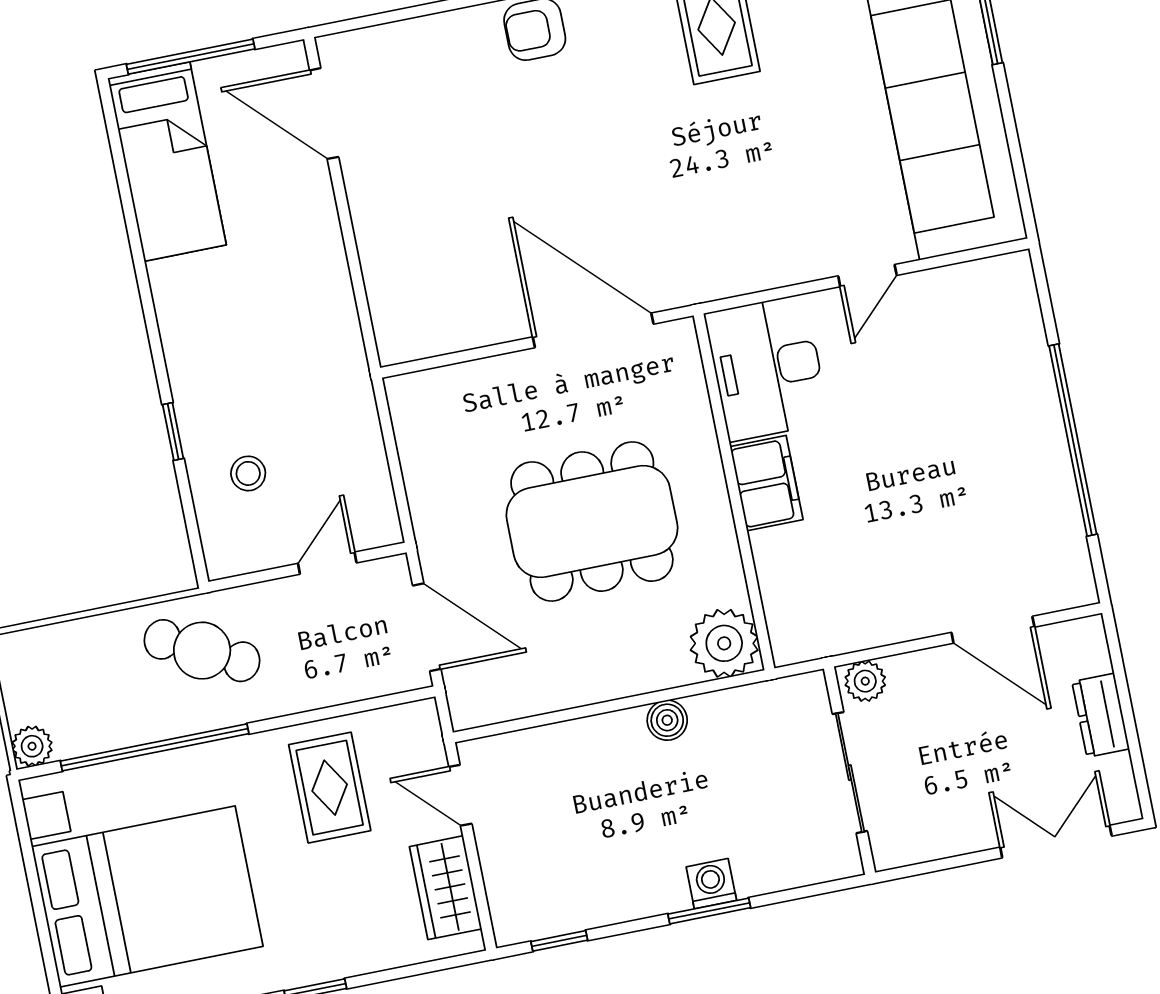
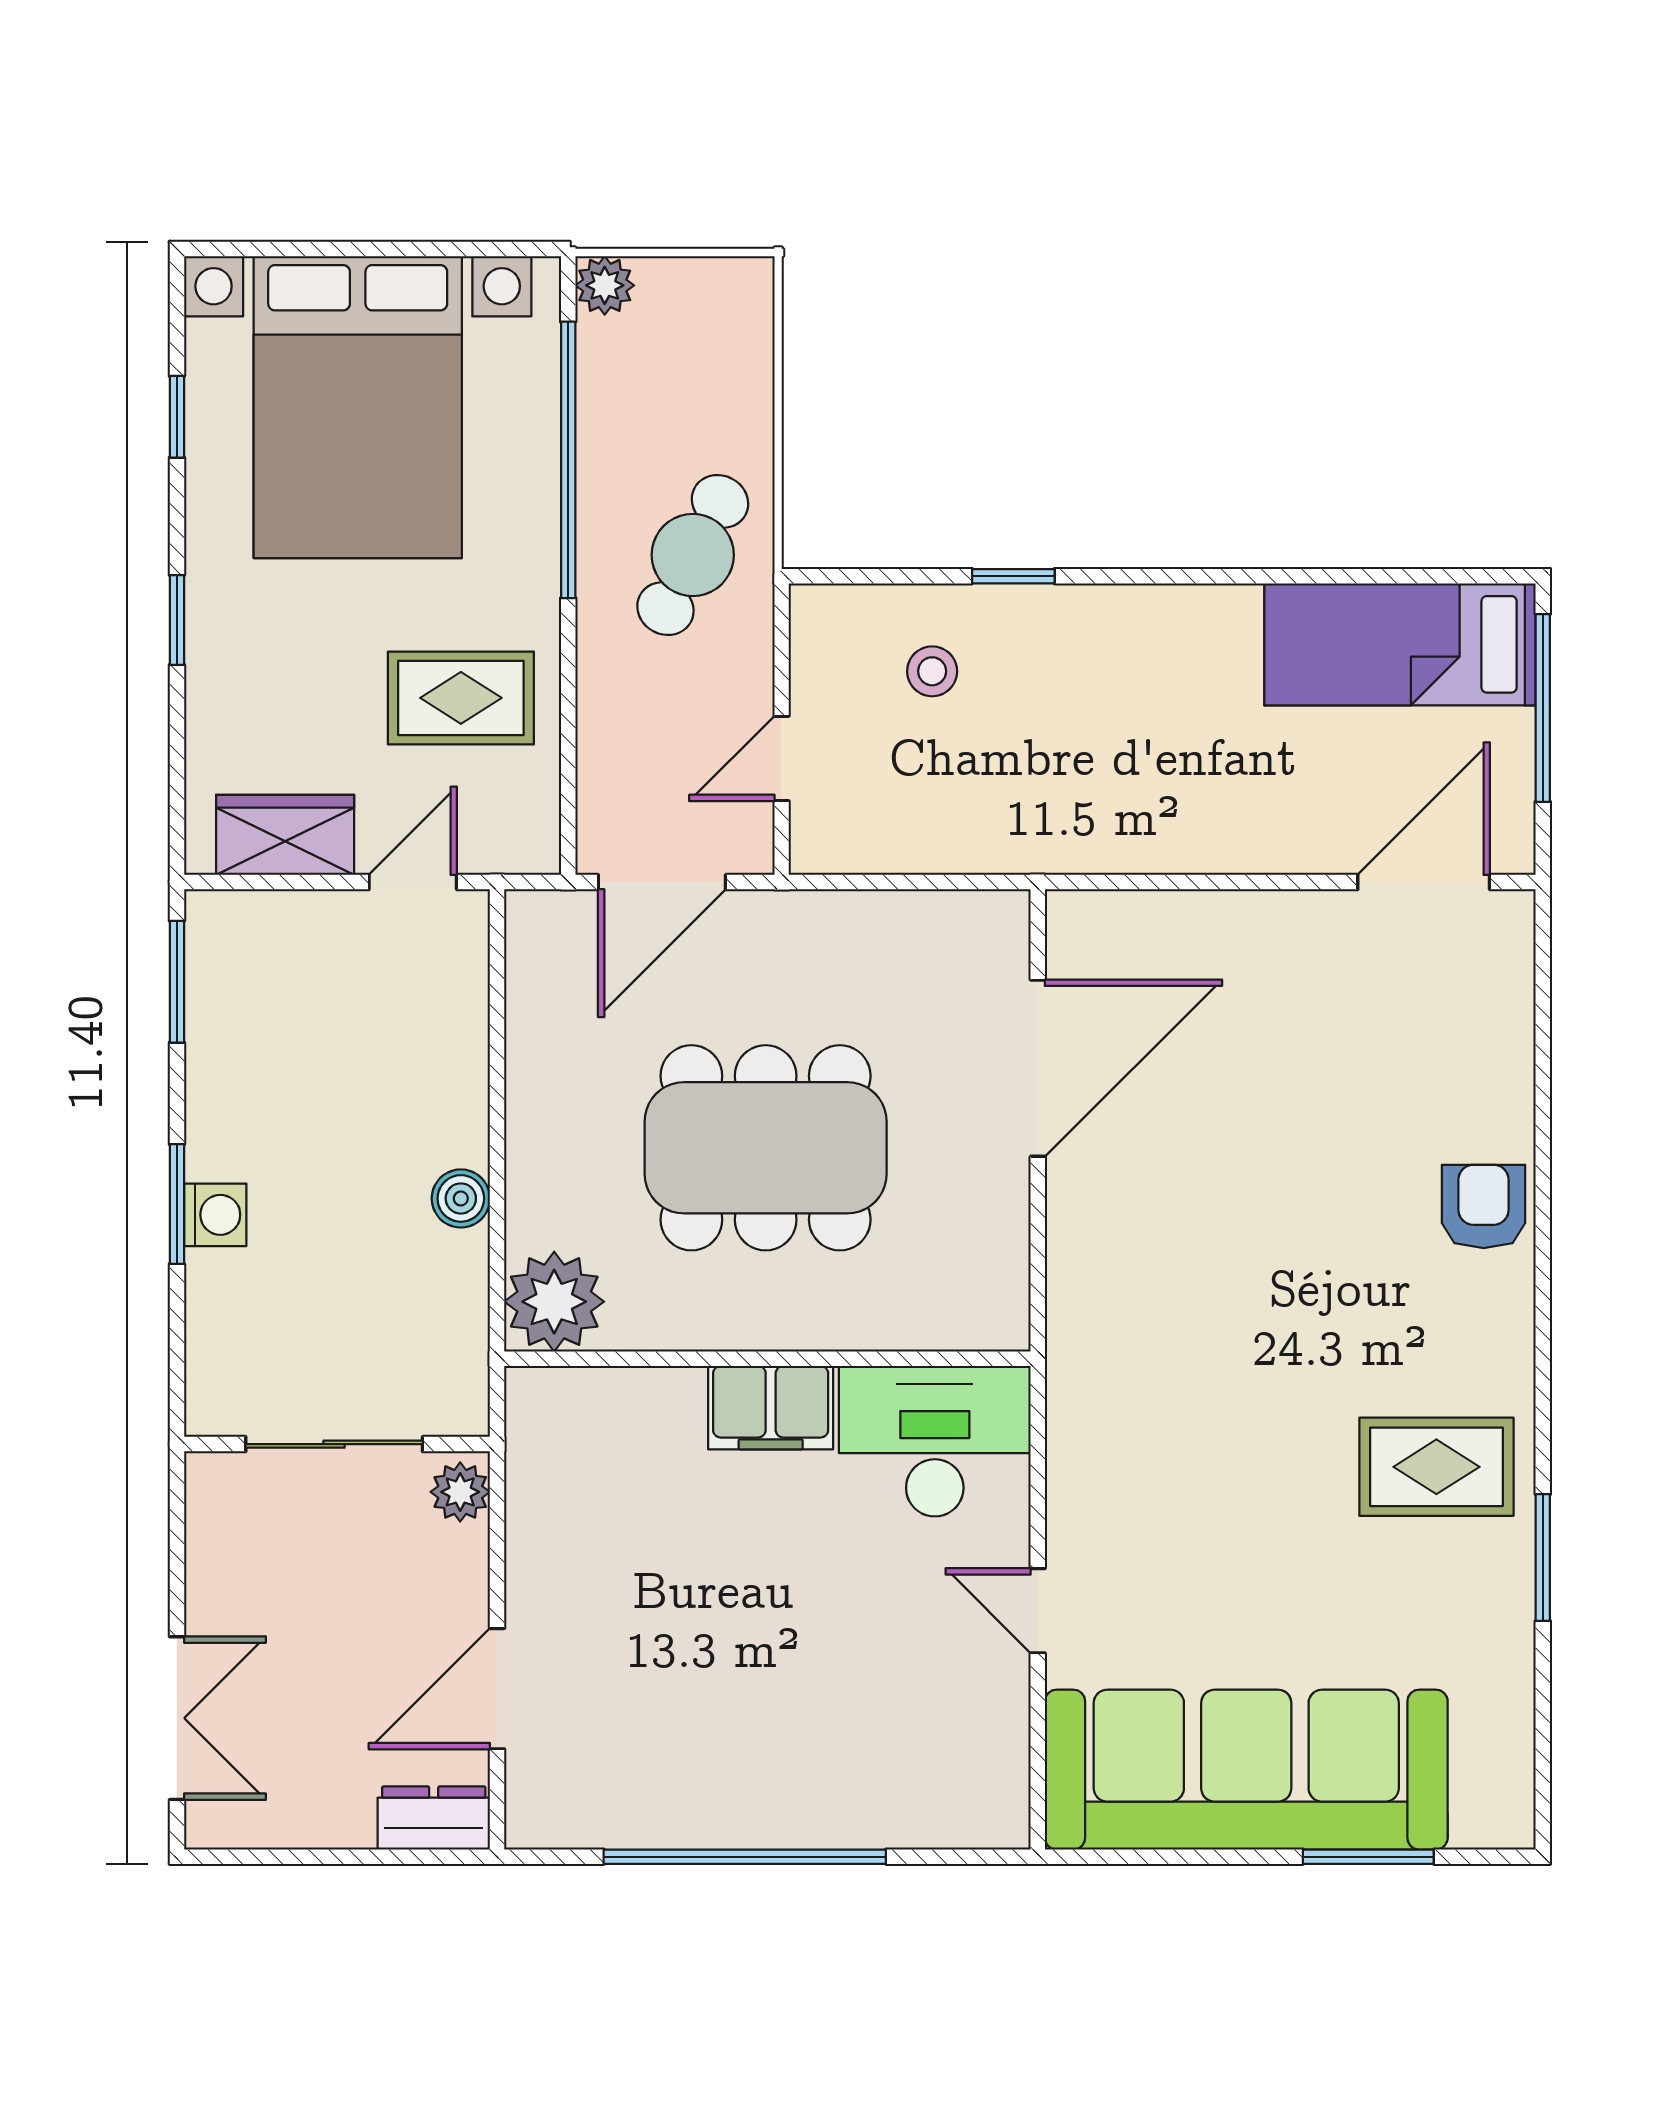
door: (593, 330) -> (1038, 1068), moved
dining table: (592, 522) -> (766, 1148), turned 90
door: (327, 563) -> (782, 759), swing flipped
dresser: (1101, 715) -> (434, 1818), moved
window: (559, 941) -> (177, 982), width x1.50

